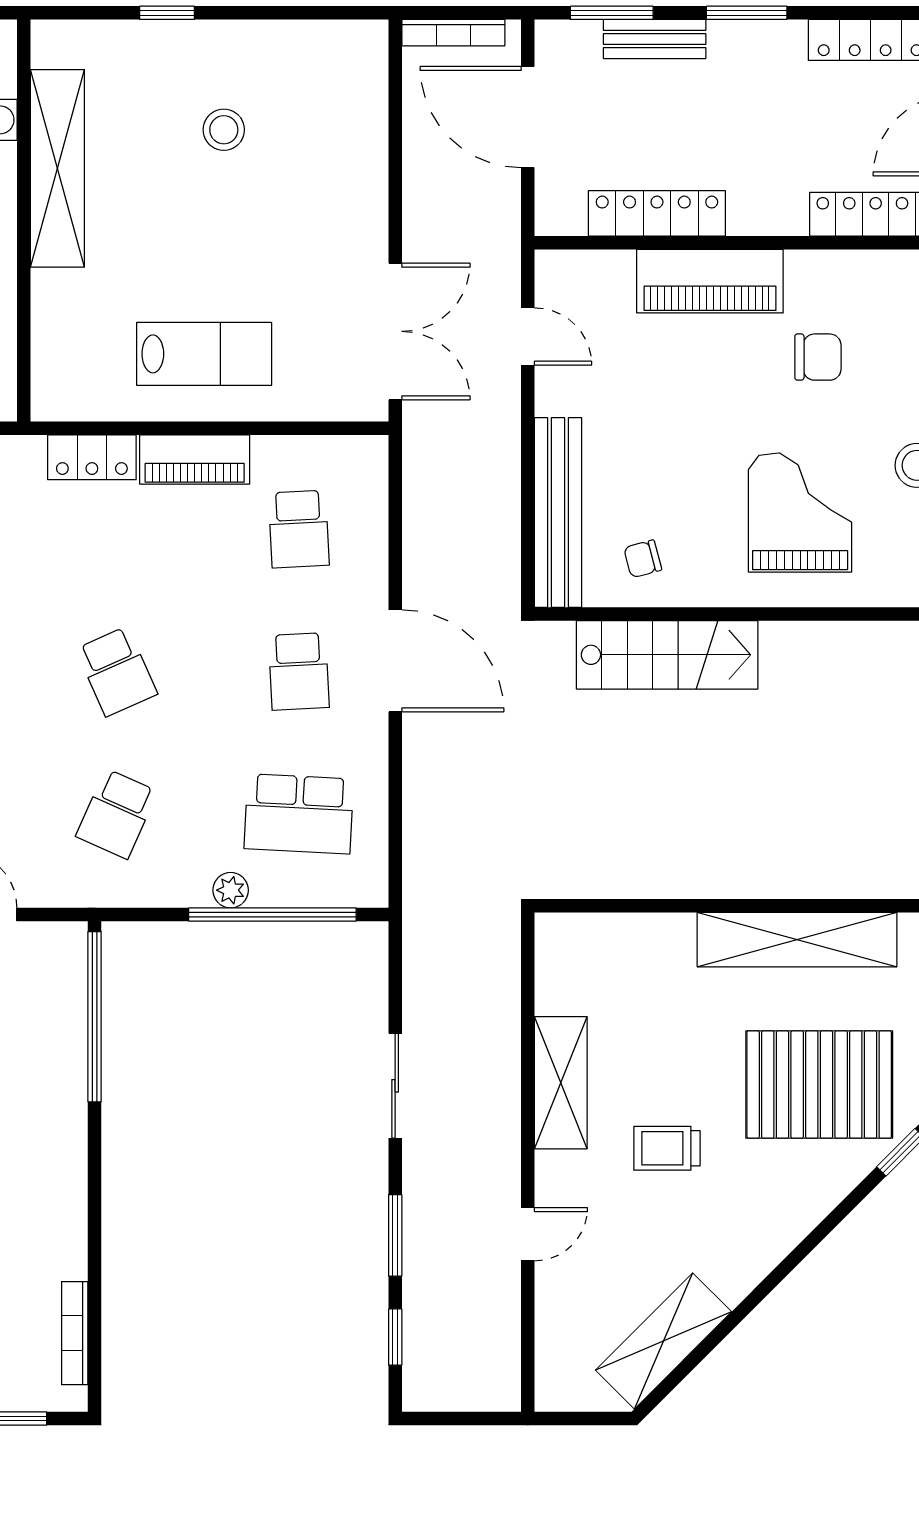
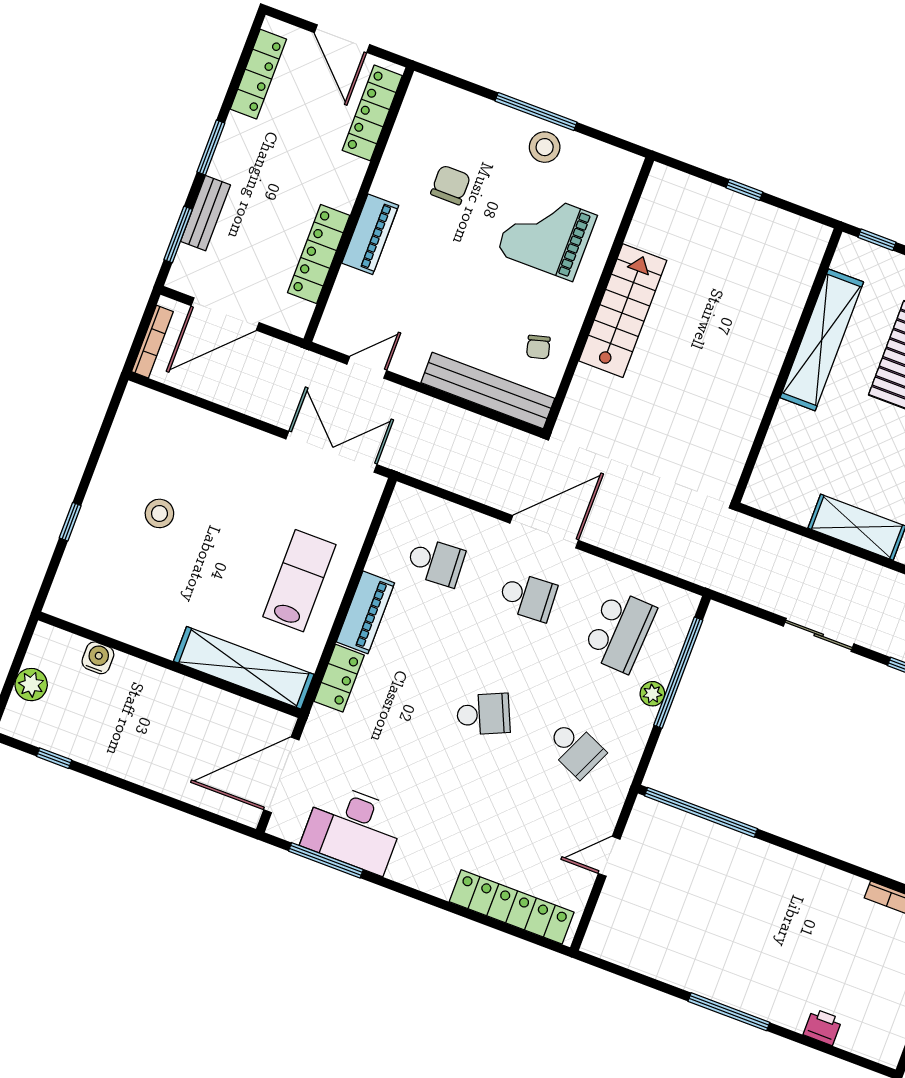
shelving: (57, 168) -> (244, 668), moved
piano: (710, 281) -> (370, 234), width x0.73, depth x0.75
stairs: (667, 655) -> (623, 311), moved

